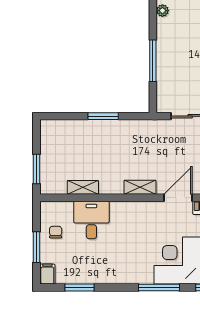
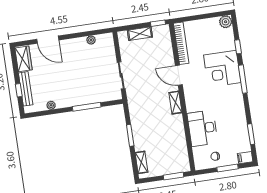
shelving: (83, 187) -> (141, 162), moved
desk: (91, 220) -> (202, 128), width x1.37

